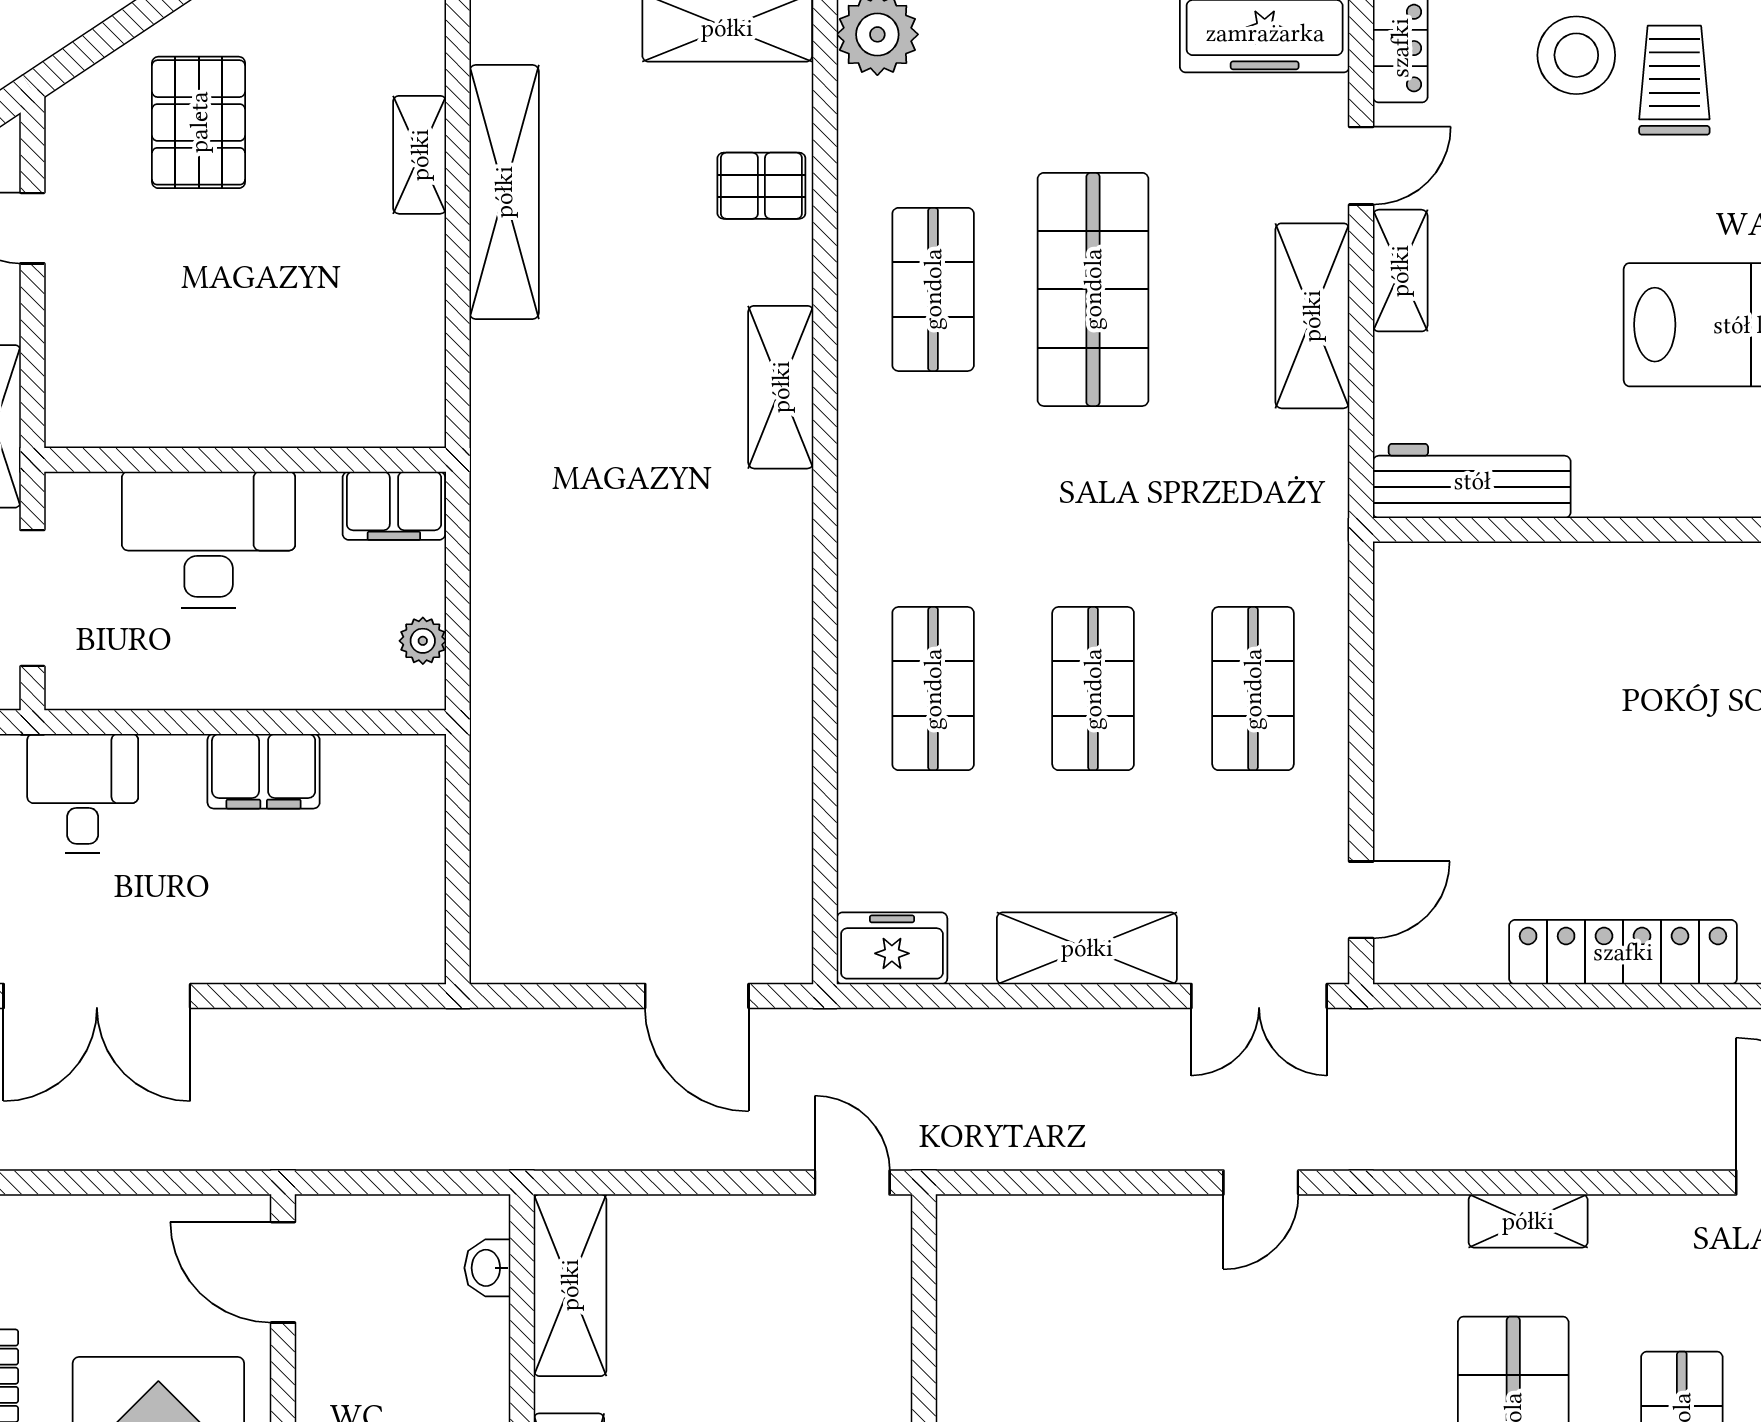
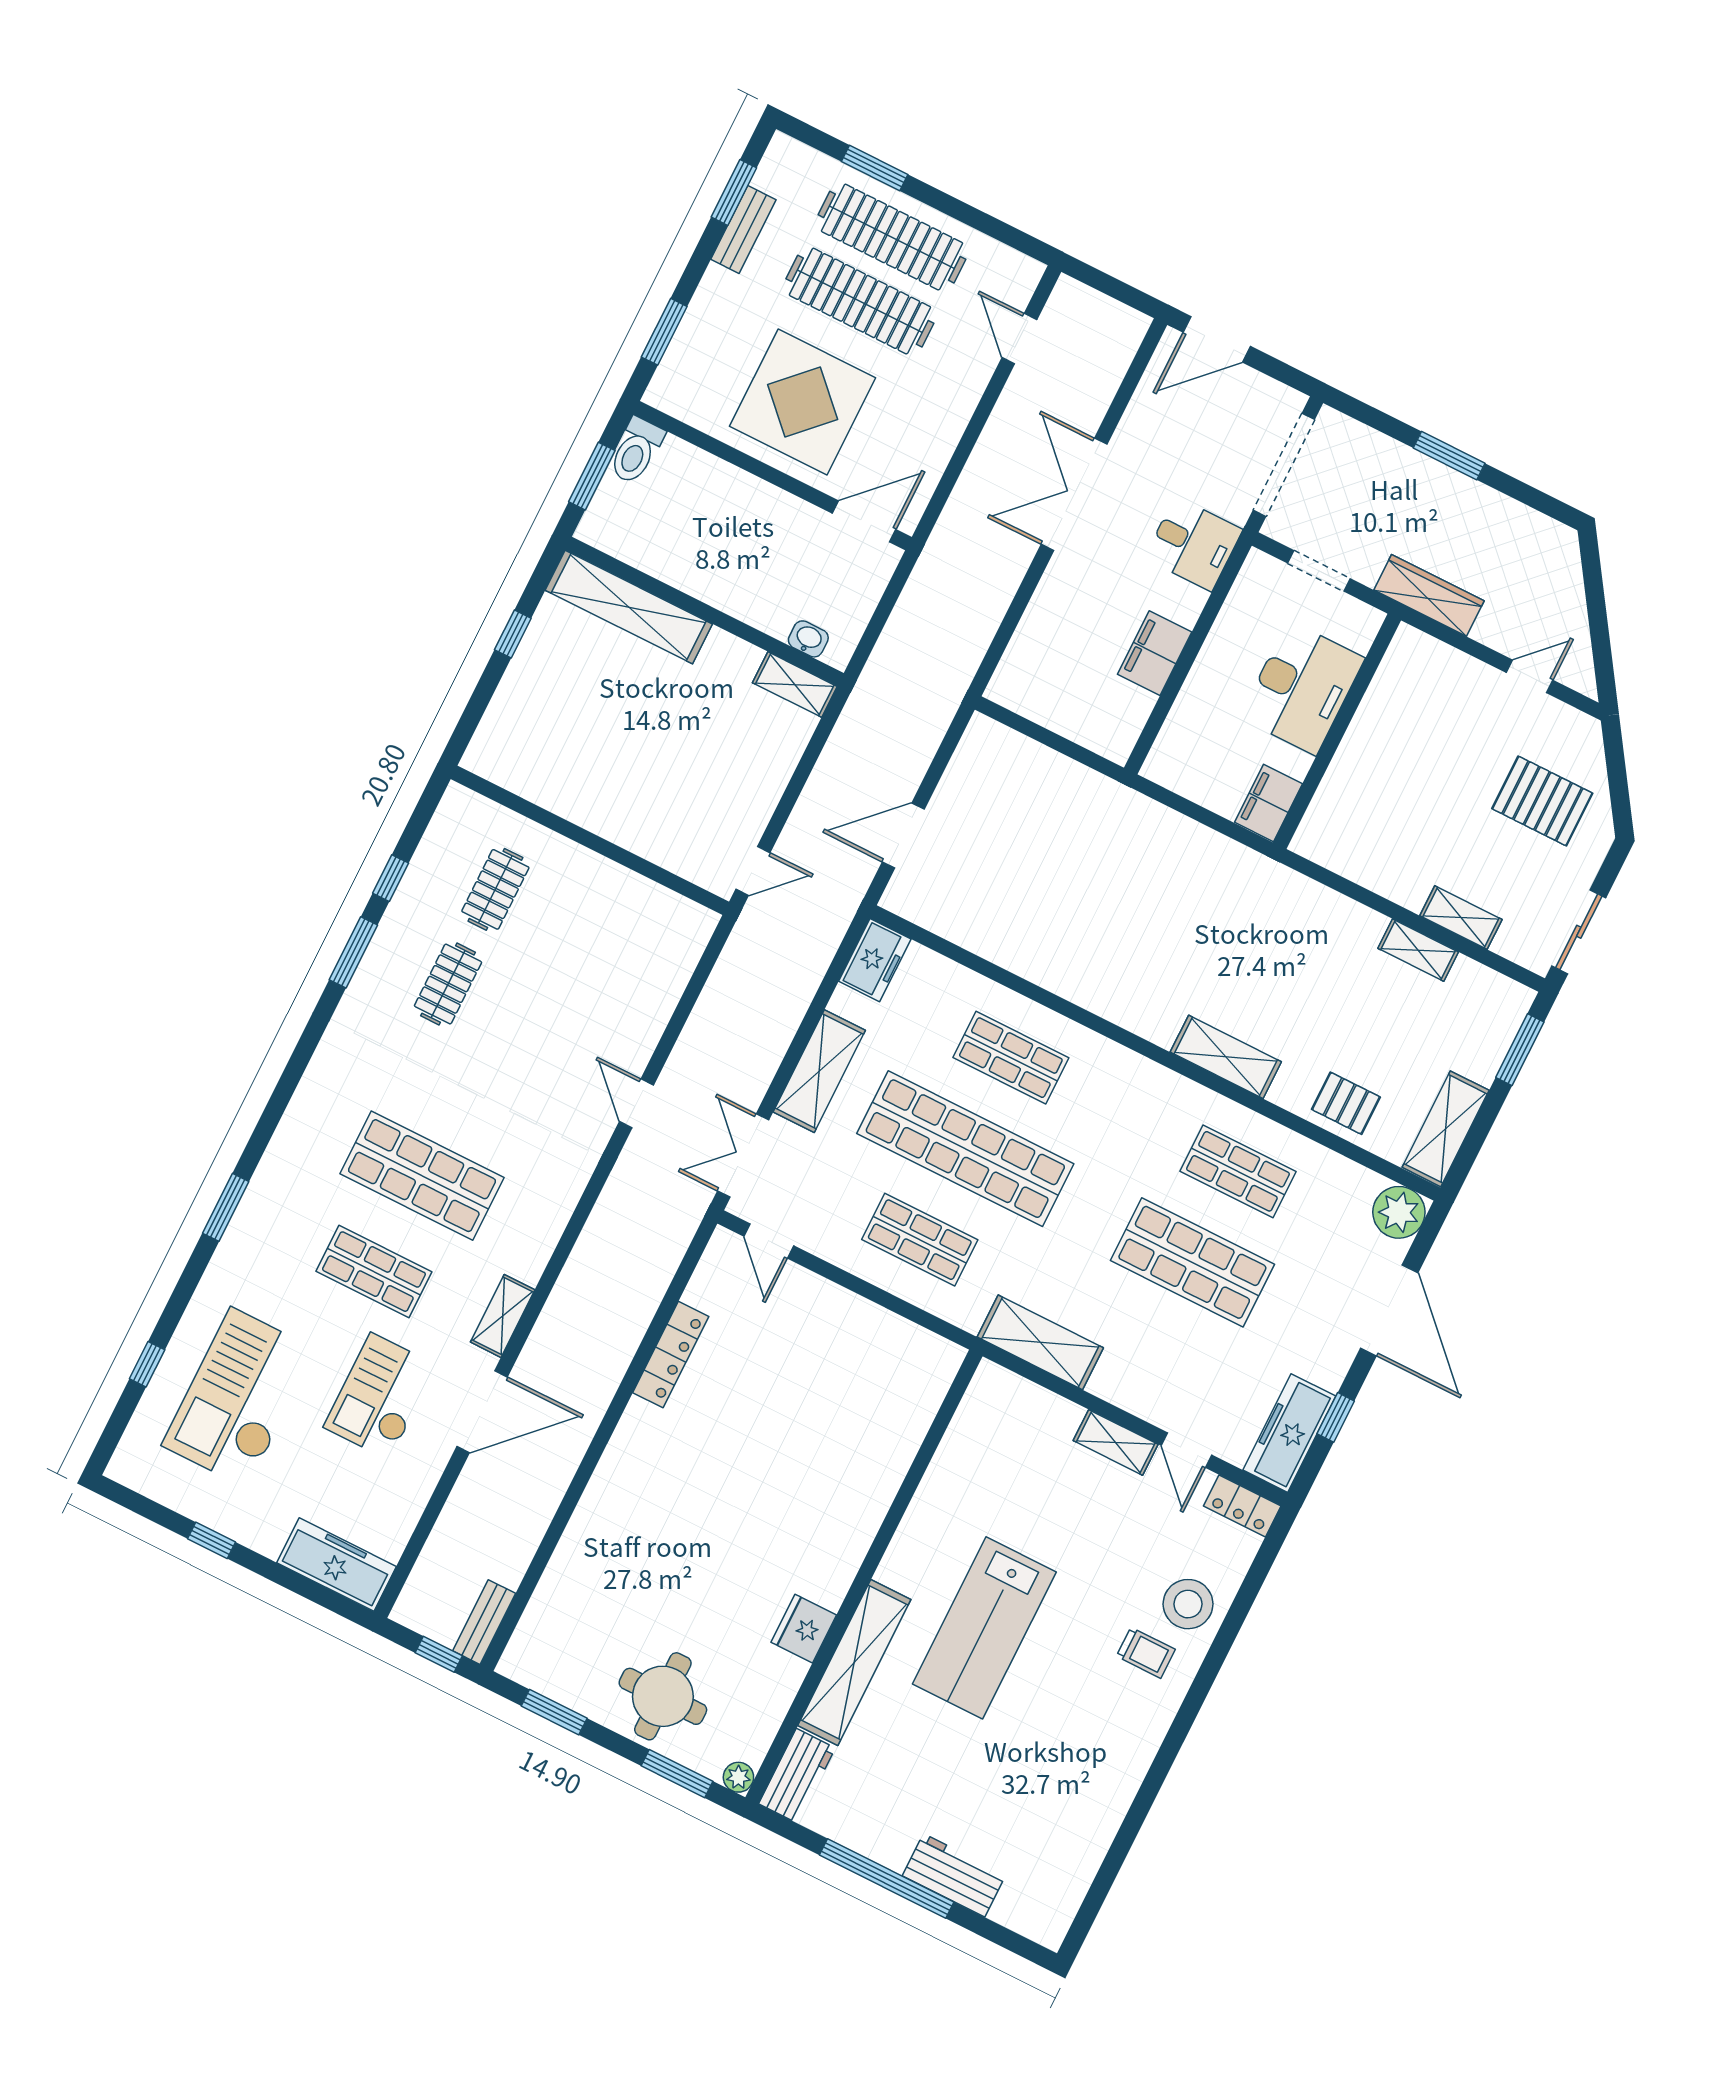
trolley: (1674, 80) -> (1146, 1653), width x0.73, depth x0.72
pallet: (761, 186) -> (1346, 1103), turned 90
shelving: (504, 192) -> (1418, 950), width x0.45, depth x0.75
shelving: (1312, 316) -> (1040, 1342), moved
workbench: (1472, 481) -> (976, 1423), removed
doorway: (32, 598) -> (1319, 571), width x0.73
plant: (423, 641) -> (1183, 781), removed
shop shelf: (1093, 689) -> (965, 1149), width x2.00, depth x1.36
locker: (1623, 952) -> (671, 1355), width x0.71, depth x0.83
shelving: (1528, 1221) -> (503, 1316), moved
shelving: (570, 1285) -> (795, 685), width x0.67, depth x0.75

